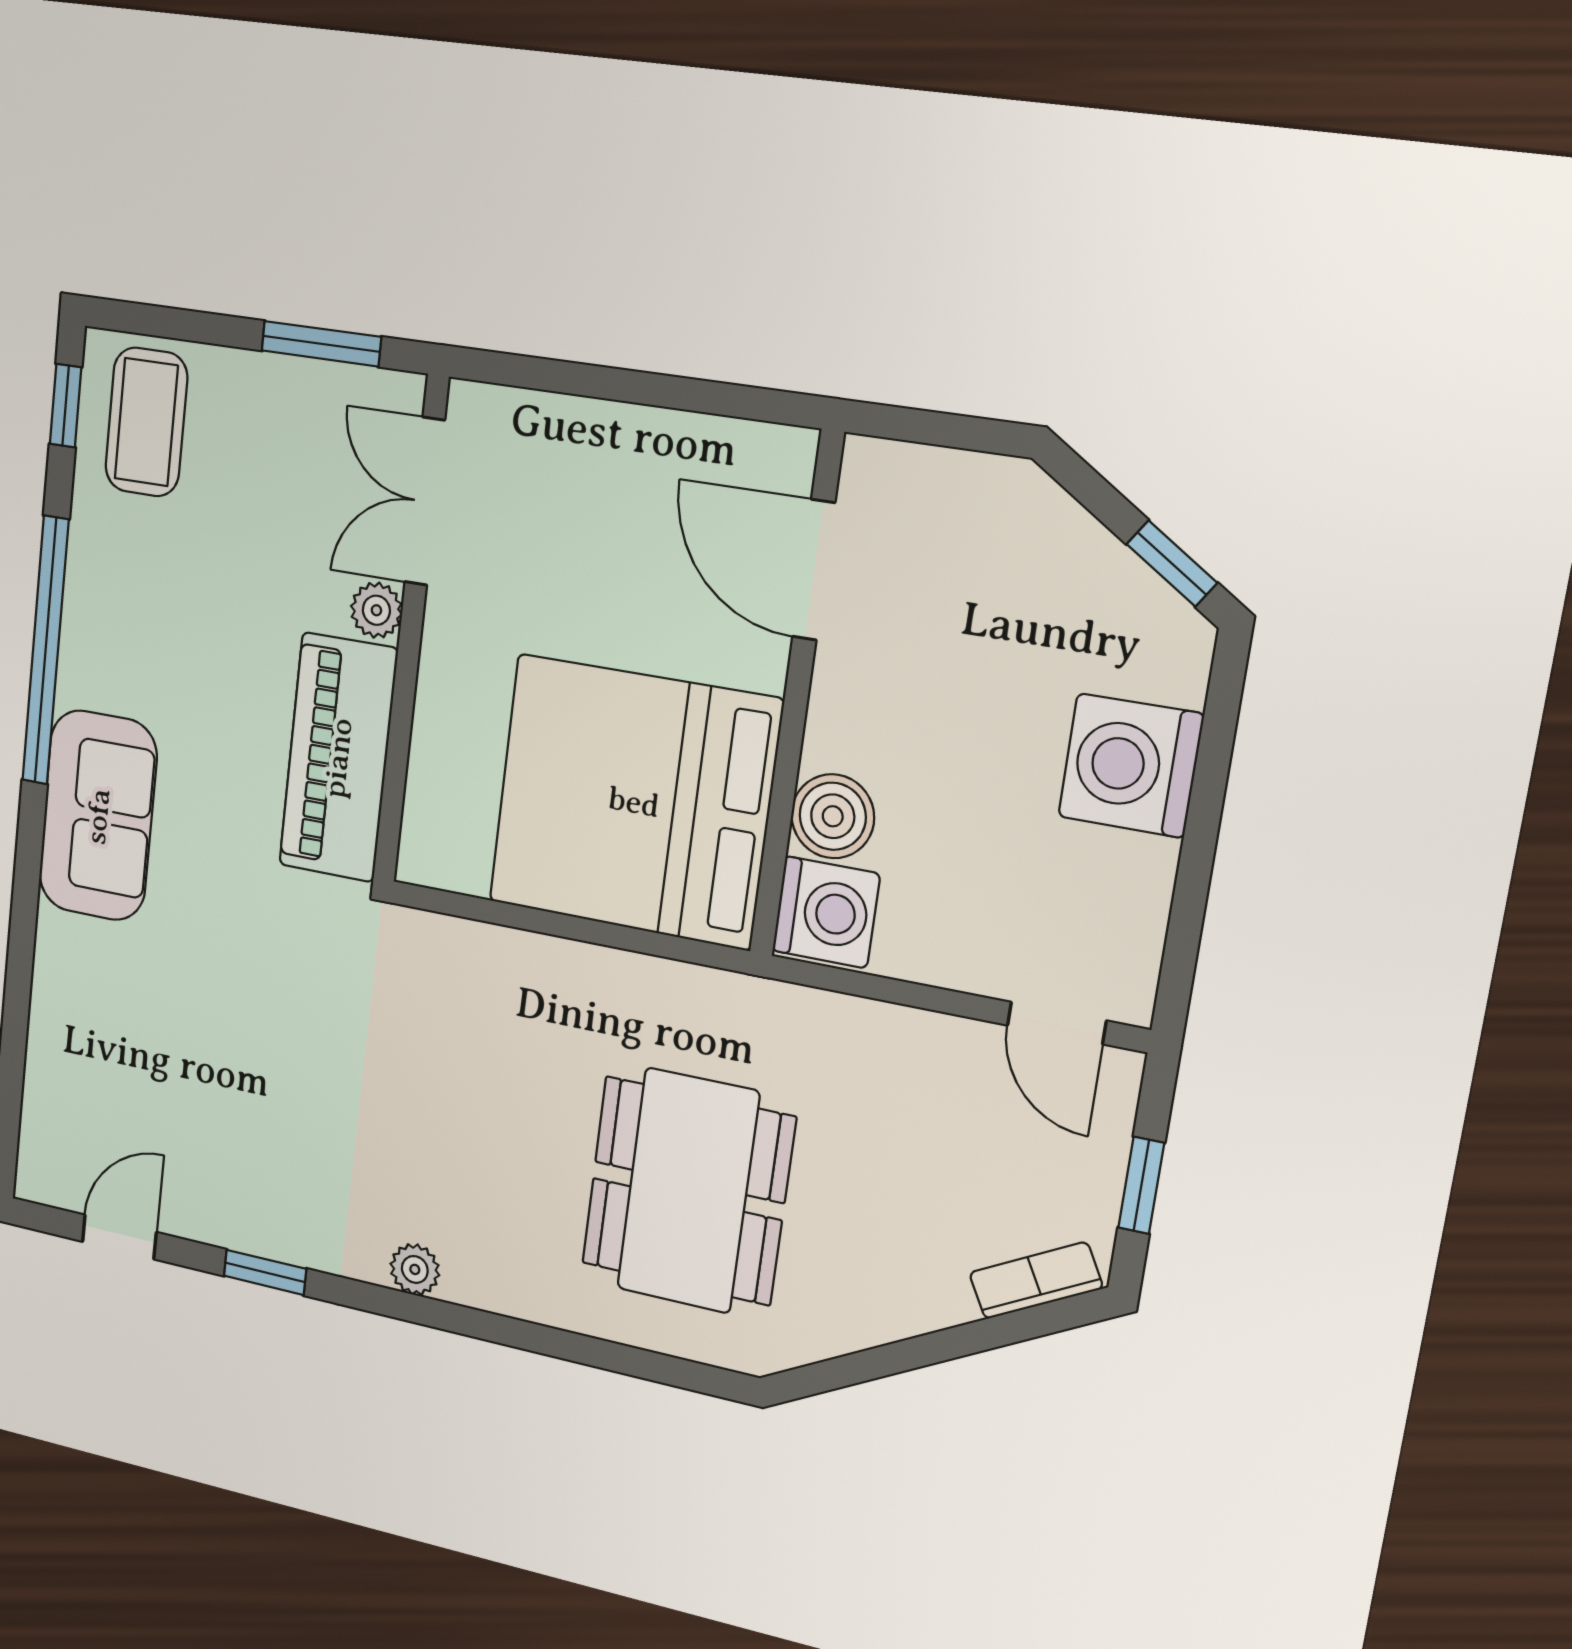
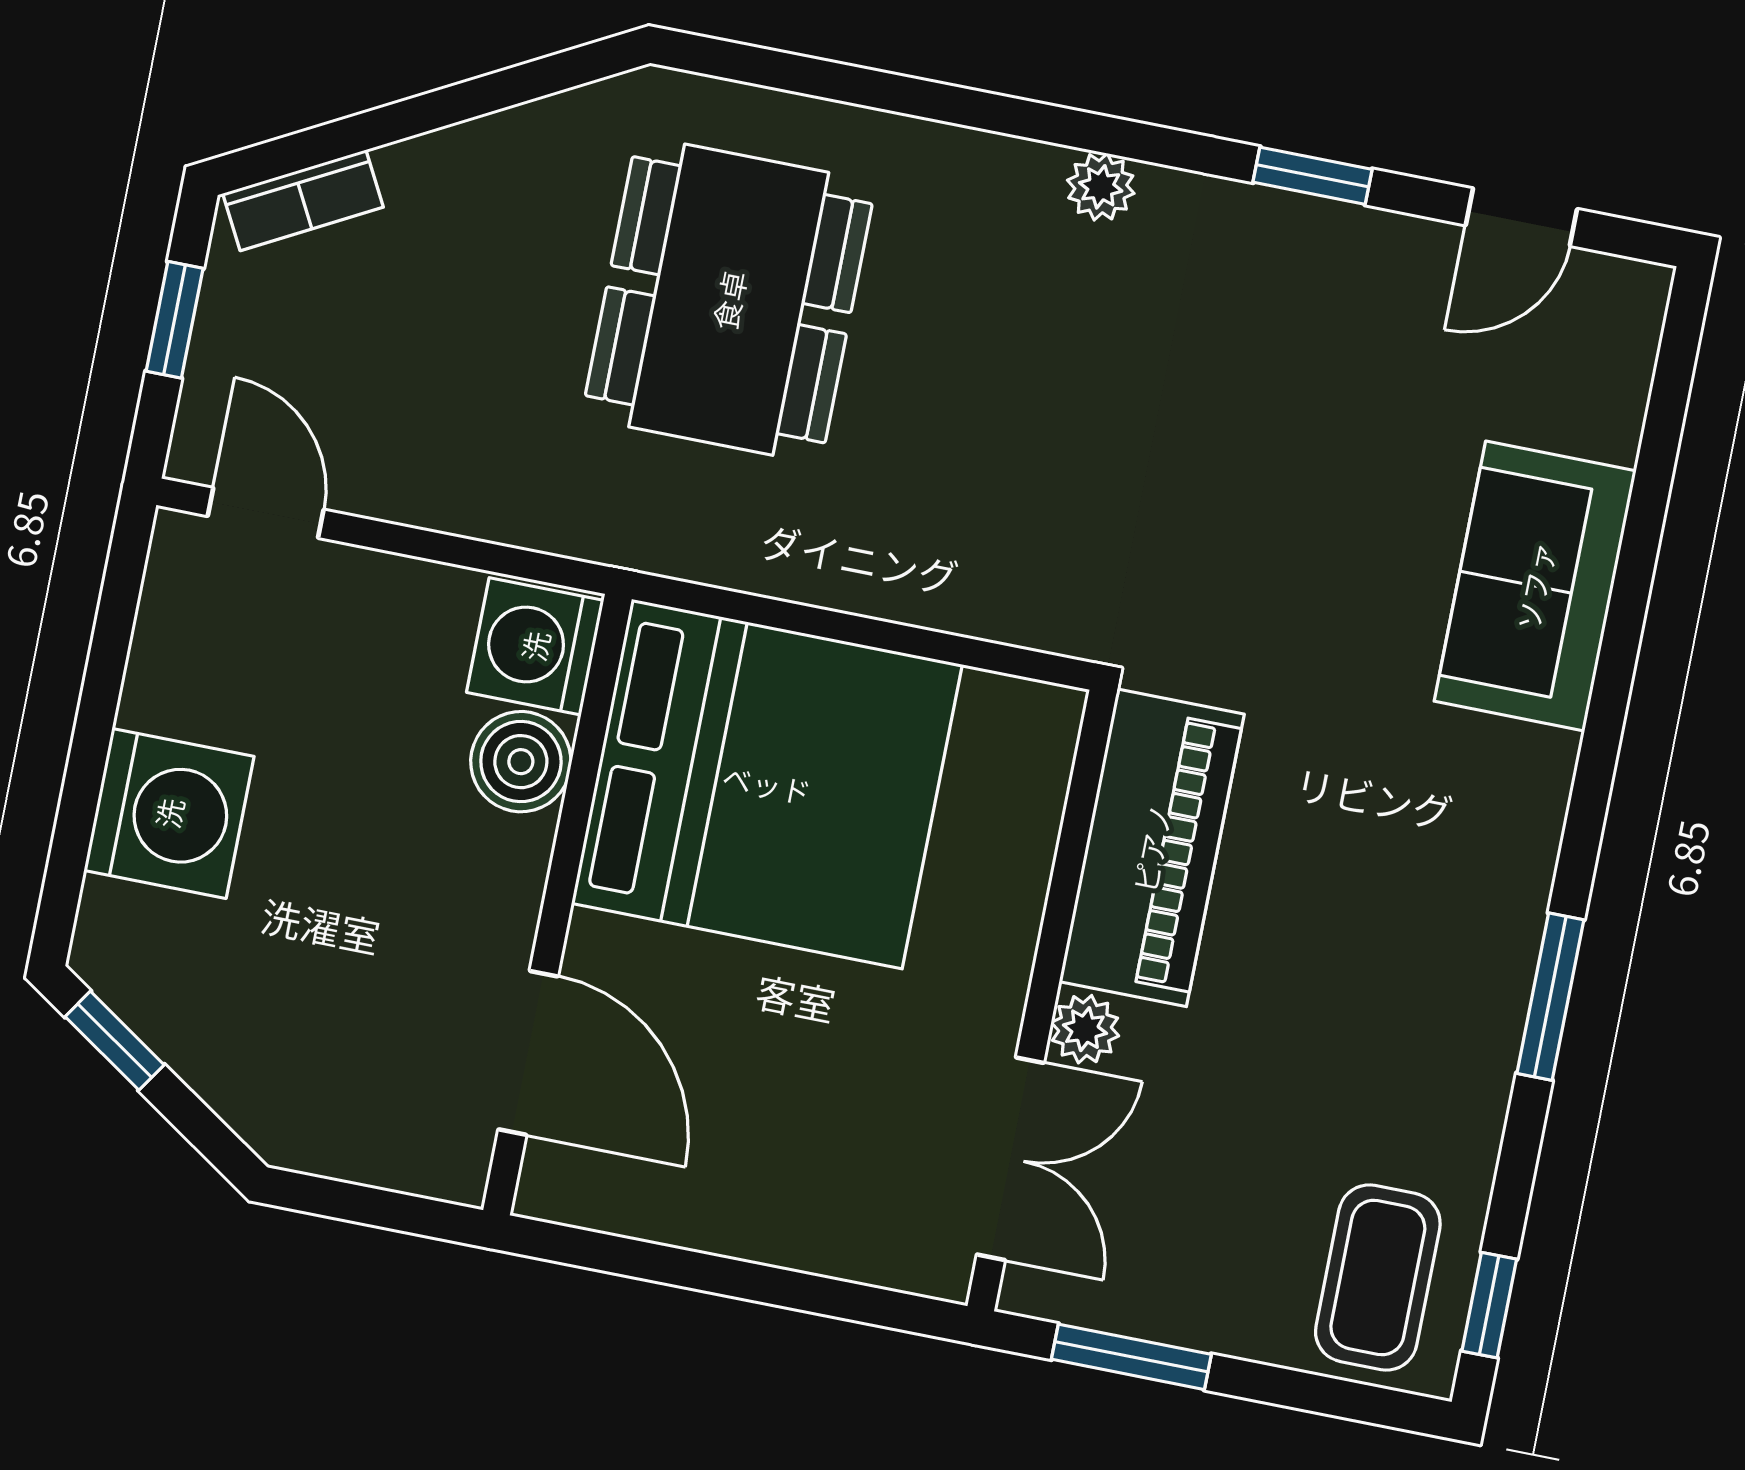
window: (45, 651) -> (1550, 997), width x0.47
sofa: (98, 816) -> (1535, 586), moved

